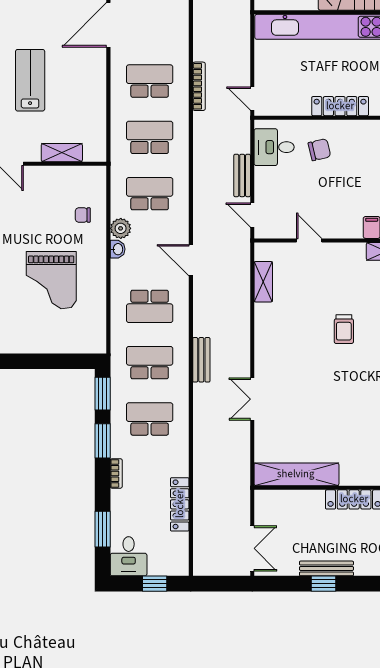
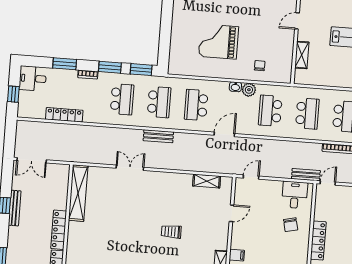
bench: (242, 175) -> (306, 175), moved
school desk: (150, 194) -> (270, 111), turned 180
window: (103, 529) -> (65, 64), moved

